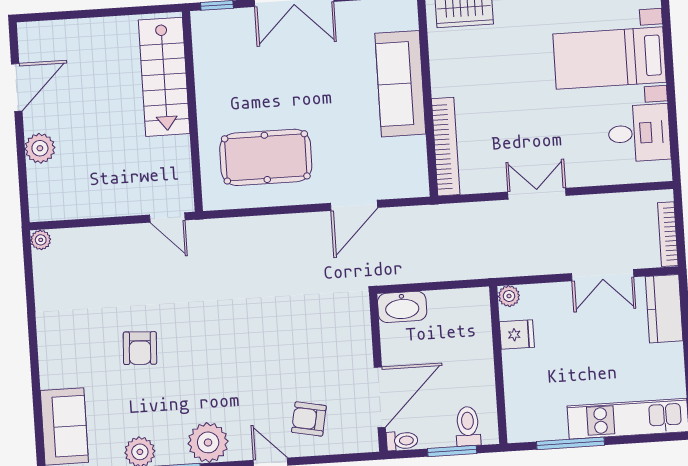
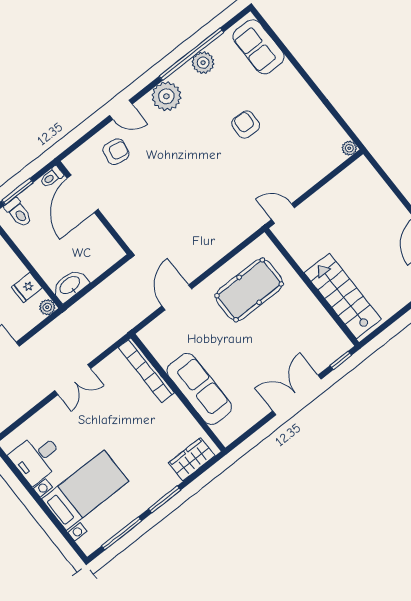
plant: (40, 148) -> (387, 202), removed
washbasin: (402, 307) -> (70, 286), moved

